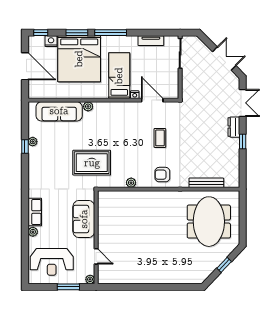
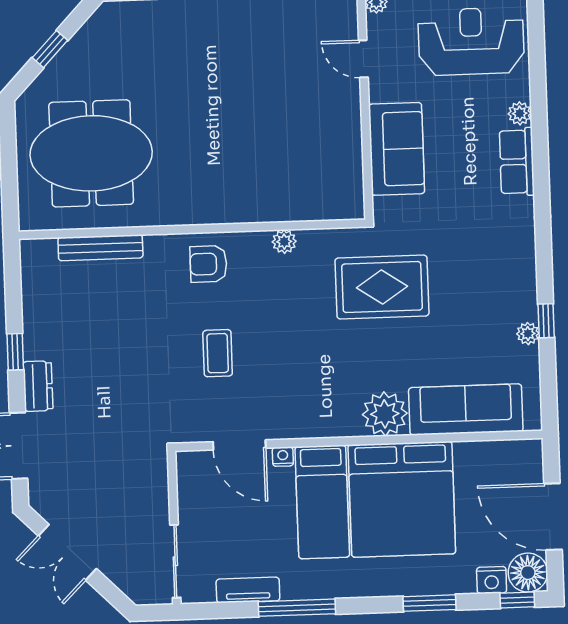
window: (111, 33) -> (297, 608), moved
floor lamp: (36, 44) -> (528, 573), added
bed: (79, 59) -> (402, 499), moved, turned 180
plant: (88, 106) -> (385, 414), width x1.88, depth x1.88
armchair: (162, 175) -> (208, 264), turned 180
meeting table: (209, 222) -> (91, 153), turned 90

